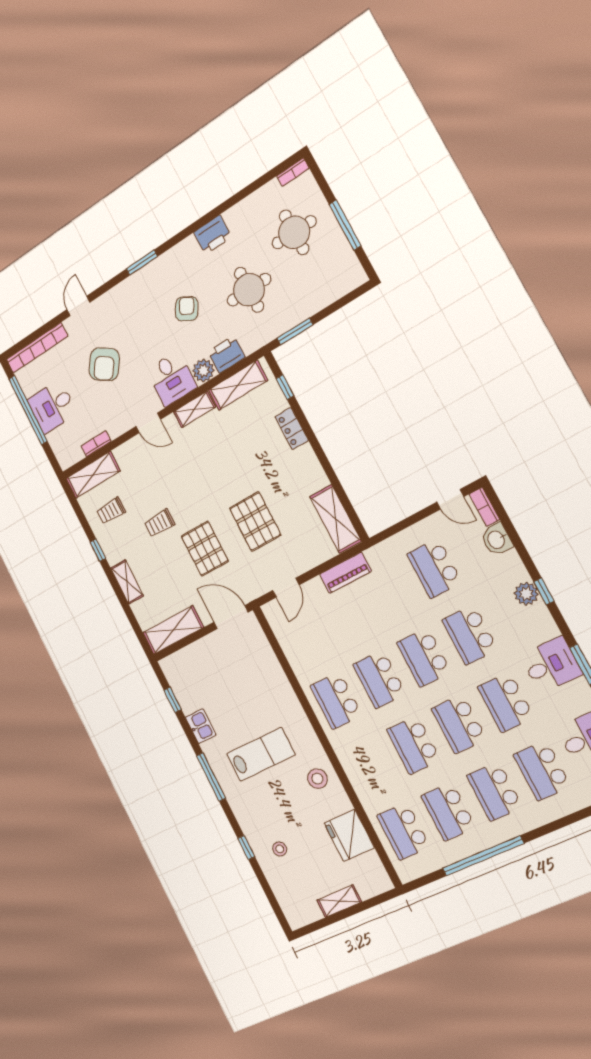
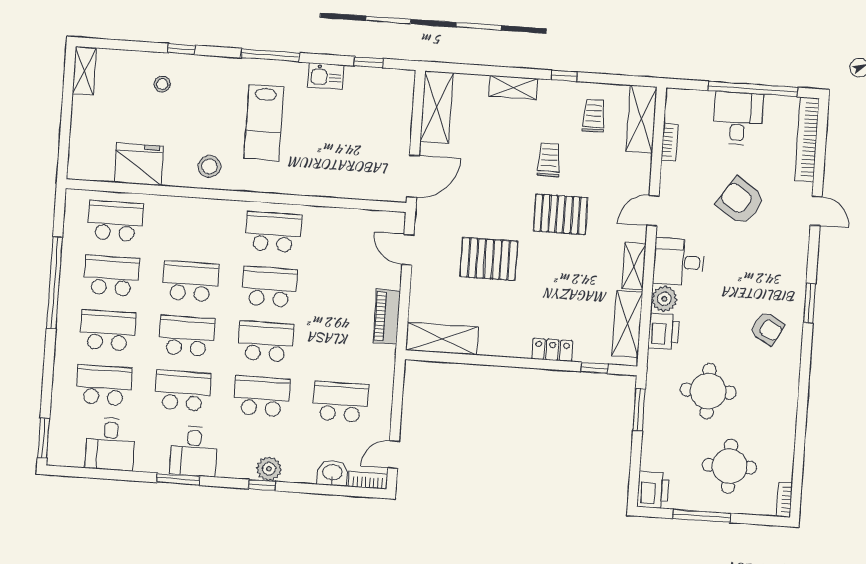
printer: (212, 235) -> (653, 490), moved, turned 180
armchair: (187, 309) -> (767, 328), moved
pallet: (205, 549) -> (560, 214), moved
shelving: (339, 901) -> (84, 71), moved

